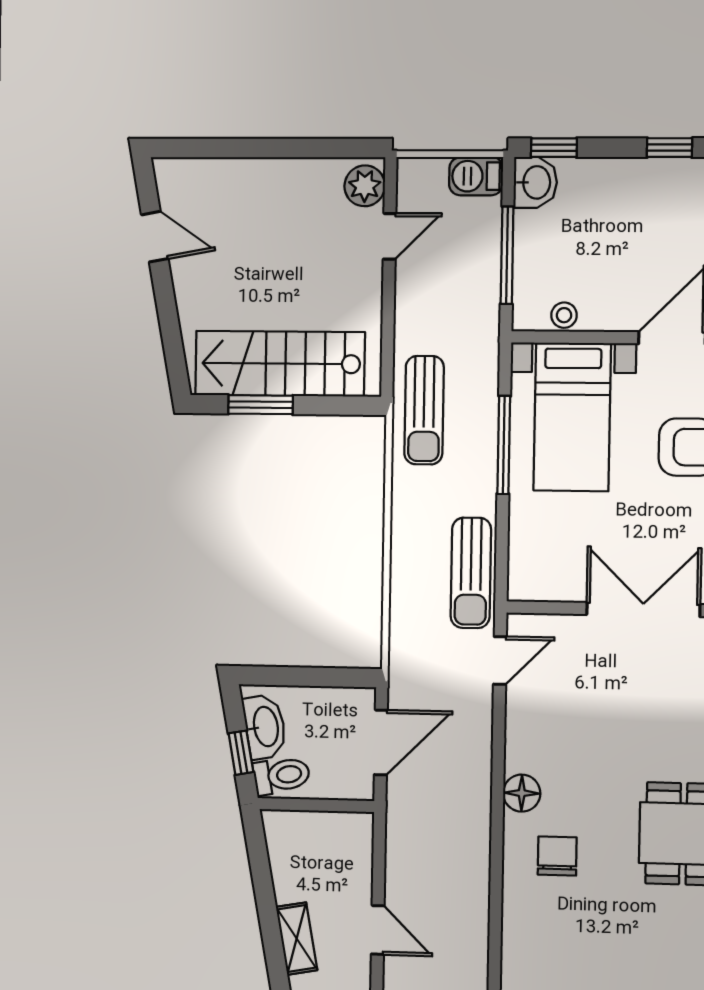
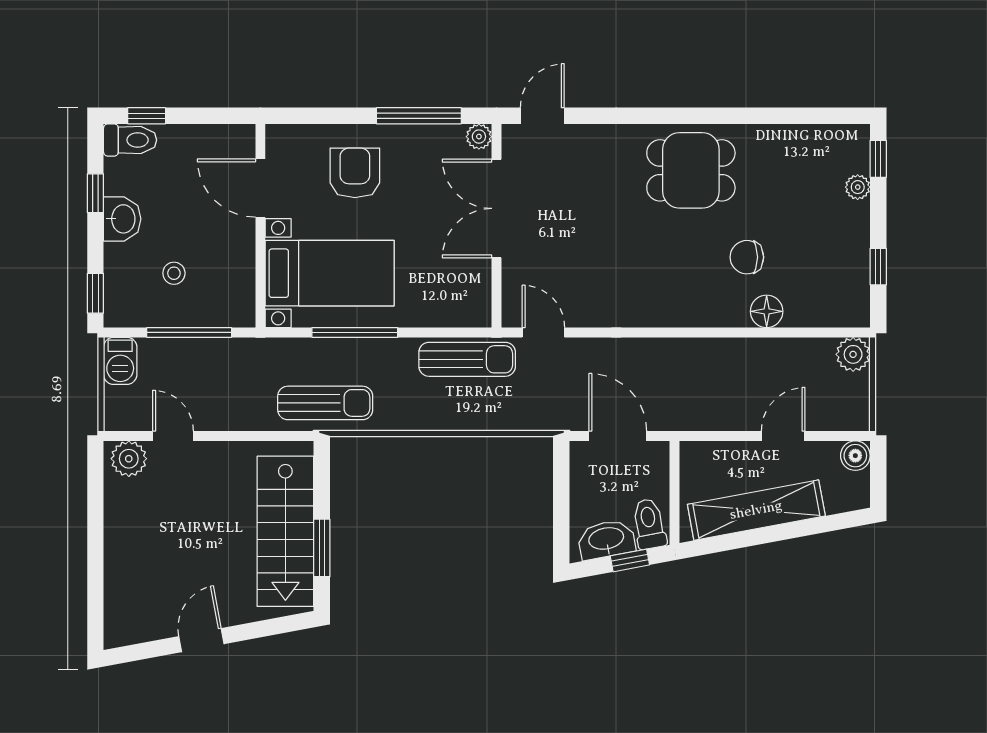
washbasin: (535, 182) -> (122, 219), moved, turned 90
door: (155, 237) -> (201, 640), moved
stool: (564, 315) -> (174, 273), moved
floor lamp: (522, 793) -> (767, 311), moved
chair: (557, 856) -> (747, 257), moved
shelving: (297, 939) -> (756, 510), width x2.20, depth x1.33

